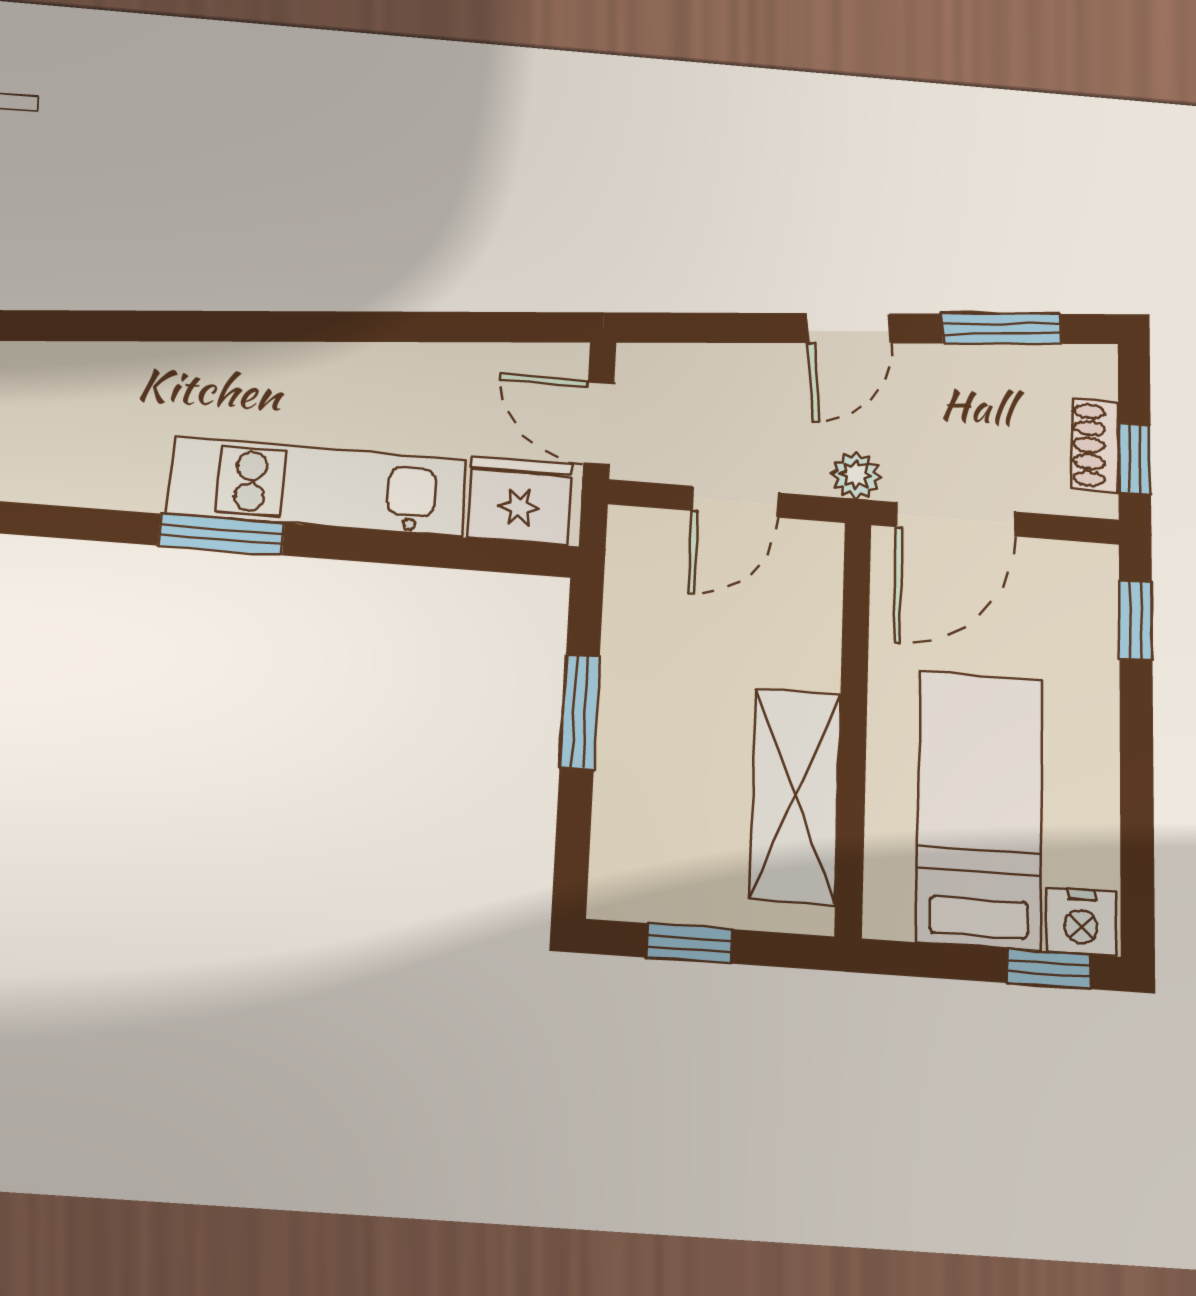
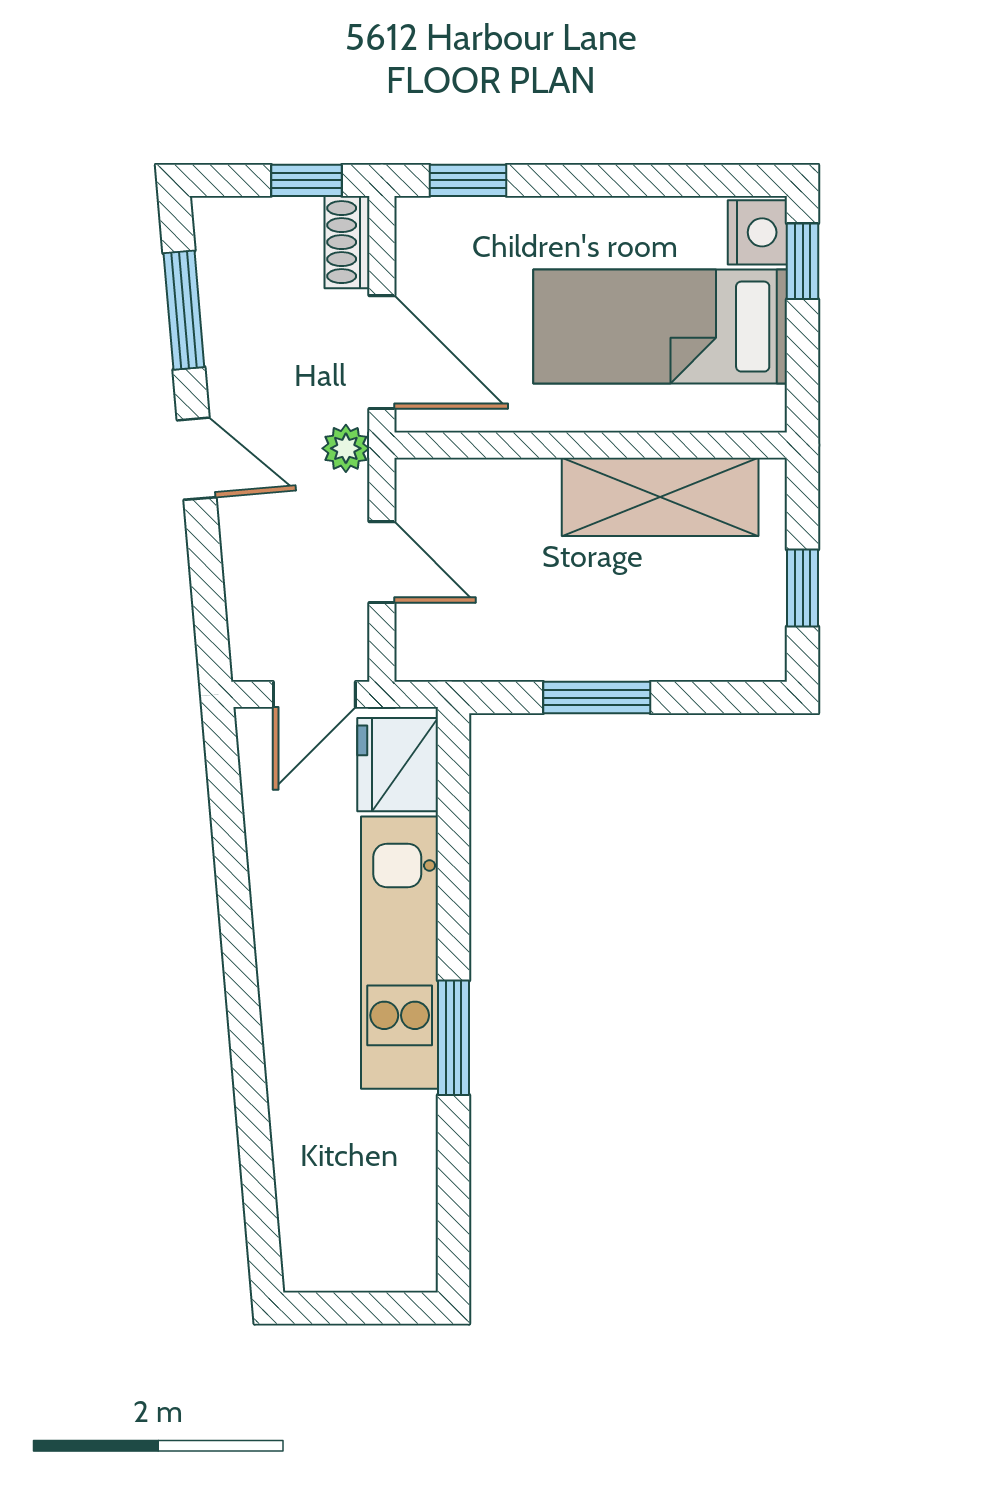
shoe rack: (1095, 445) -> (347, 242), moved, turned 90

